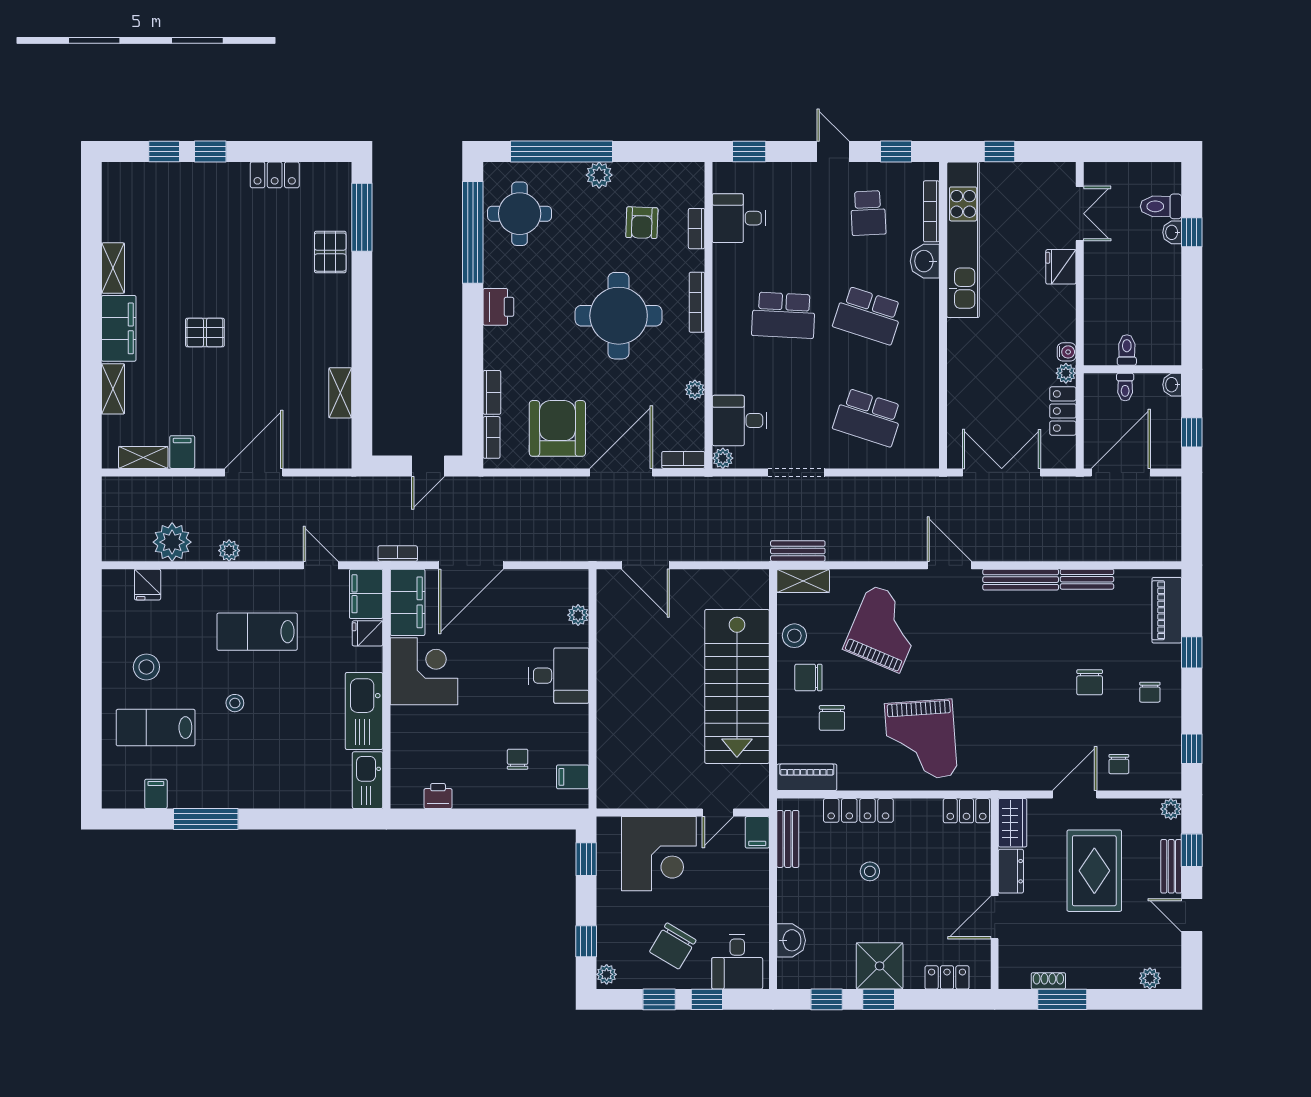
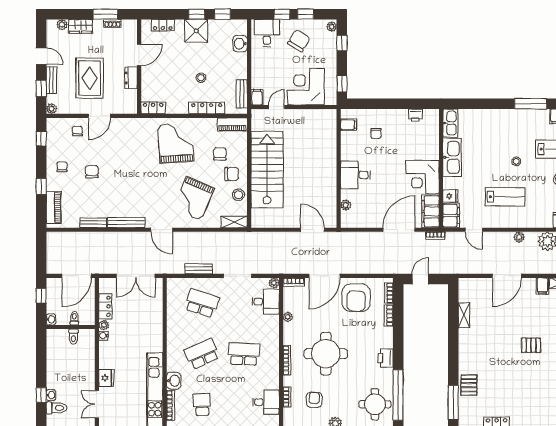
school desk: (868, 315) -> (202, 354), turned -42
bench: (798, 551) -> (199, 269), moved
wardrobe: (1013, 823) -> (81, 26), moved, turned -90

